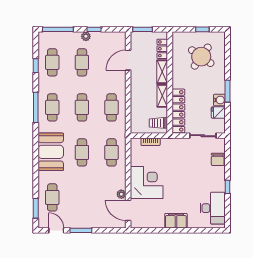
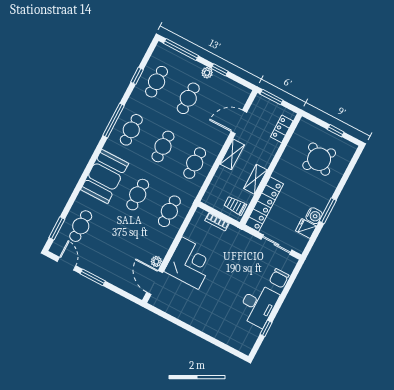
shelving: (162, 72) -> (232, 154), moved
window: (227, 187) -> (266, 328), moved
desk: (213, 208) -> (258, 305), moved
filing cabinet: (176, 221) -> (200, 320), removed

